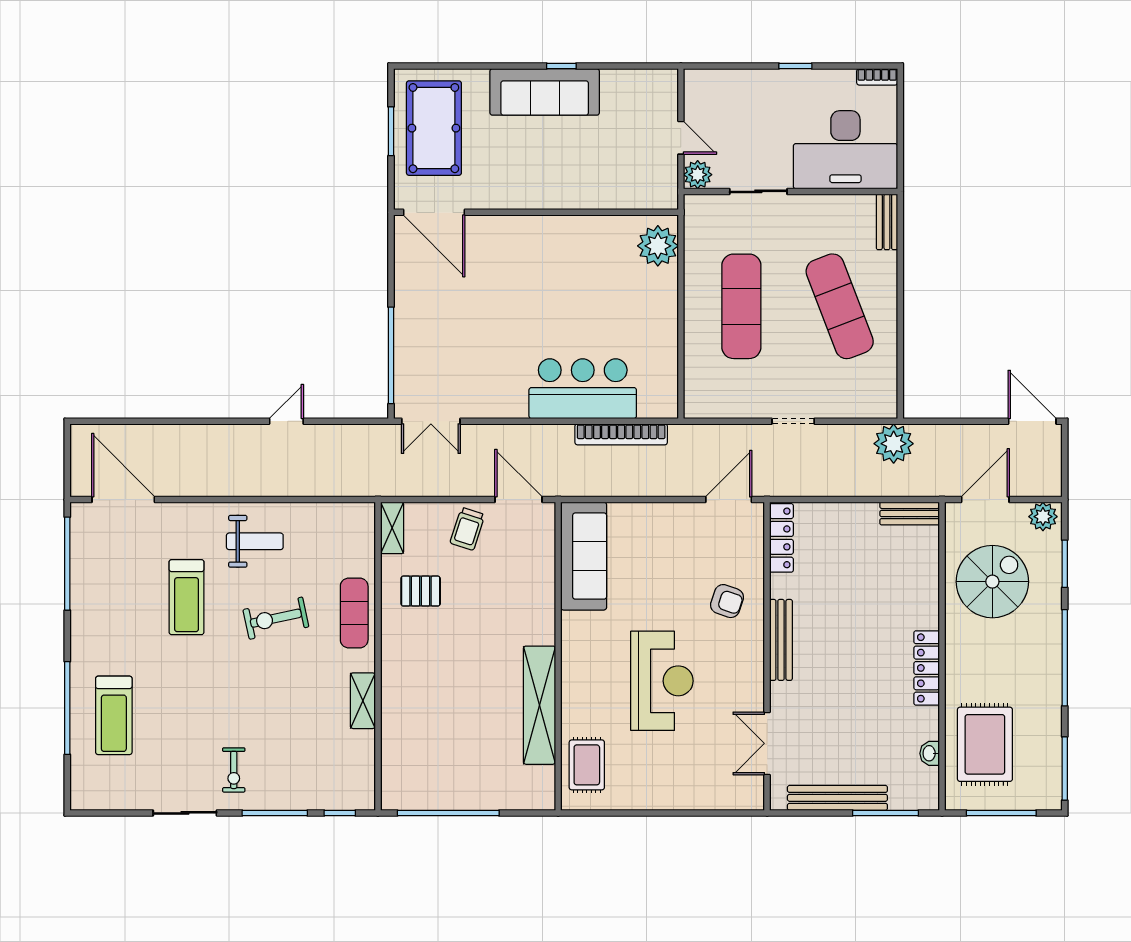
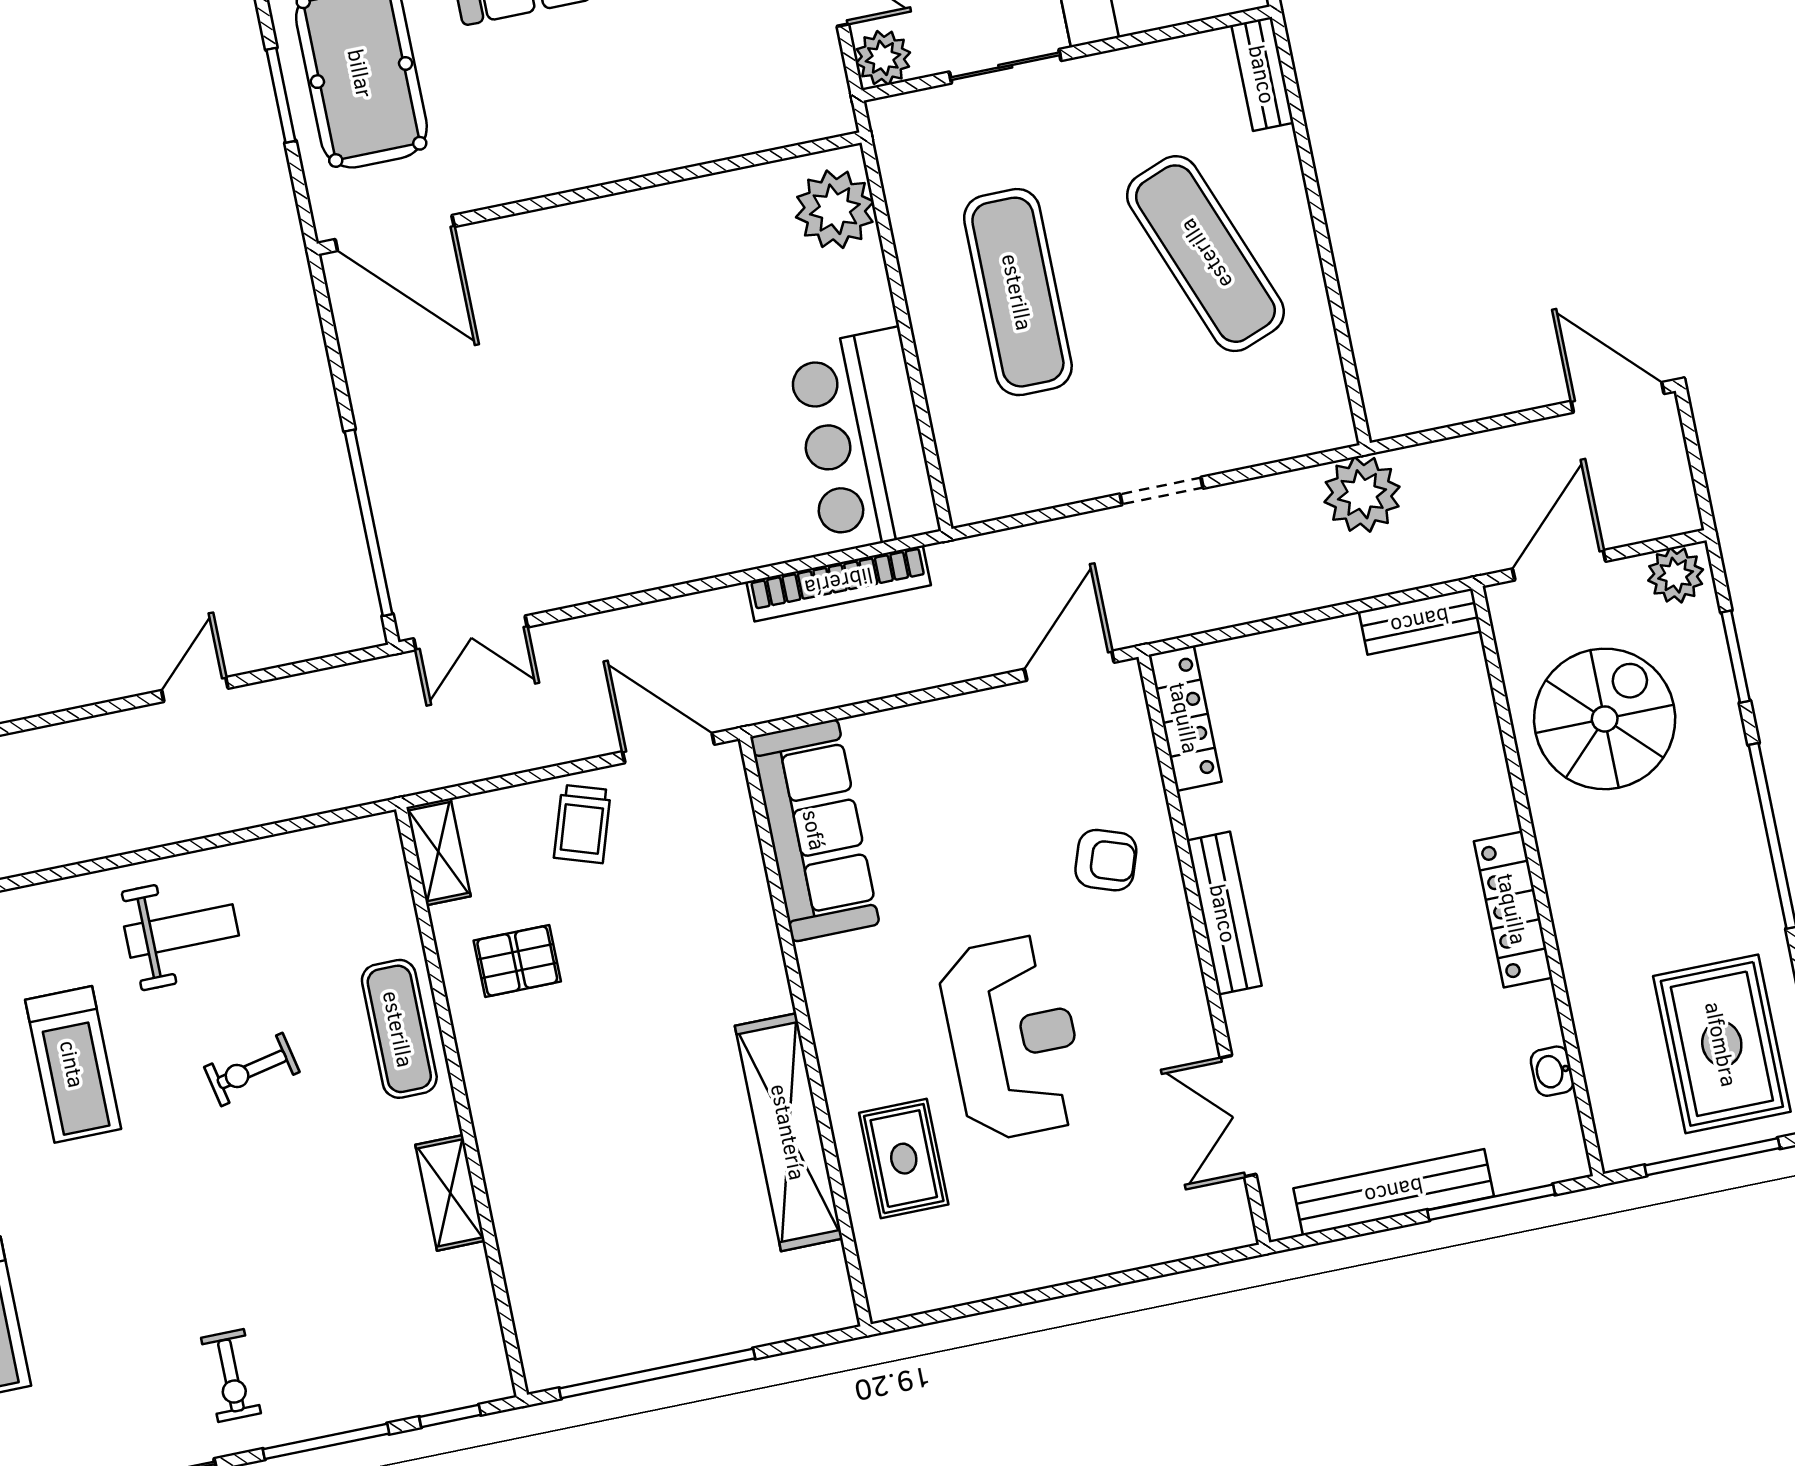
bar counter: (583, 389) -> (863, 440), moved, turned -90
exercise bike: (276, 618) -> (252, 1069), width x0.73, depth x0.72
rug: (985, 744) -> (1722, 1044), moved
rug: (587, 765) -> (904, 1159), moved

